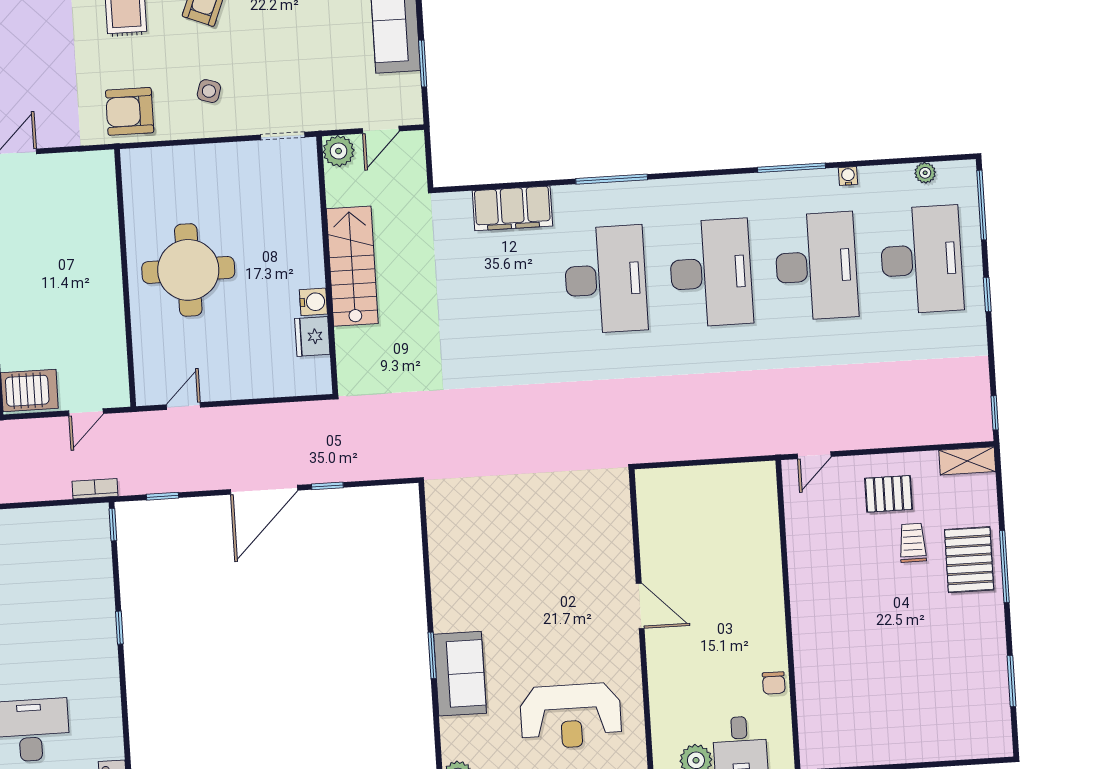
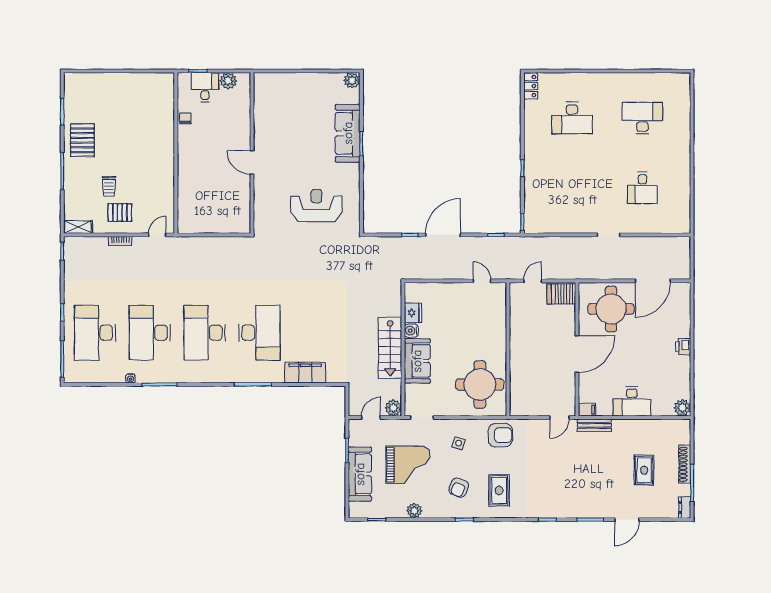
grand piano: (304, 43) -> (408, 465), added
plant: (925, 173) -> (90, 378), removed
sofa: (298, 244) -> (417, 361), added
round table: (188, 270) -> (480, 385), moved
desk: (606, 279) -> (259, 333), turned 180
door: (183, 406) -> (482, 281), swing flipped
bookcase: (95, 489) -> (120, 241), moved
pallet: (969, 560) -> (82, 140), moved
sofa: (460, 674) -> (348, 133), width x1.36
reception desk: (571, 716) -> (316, 206), moved

